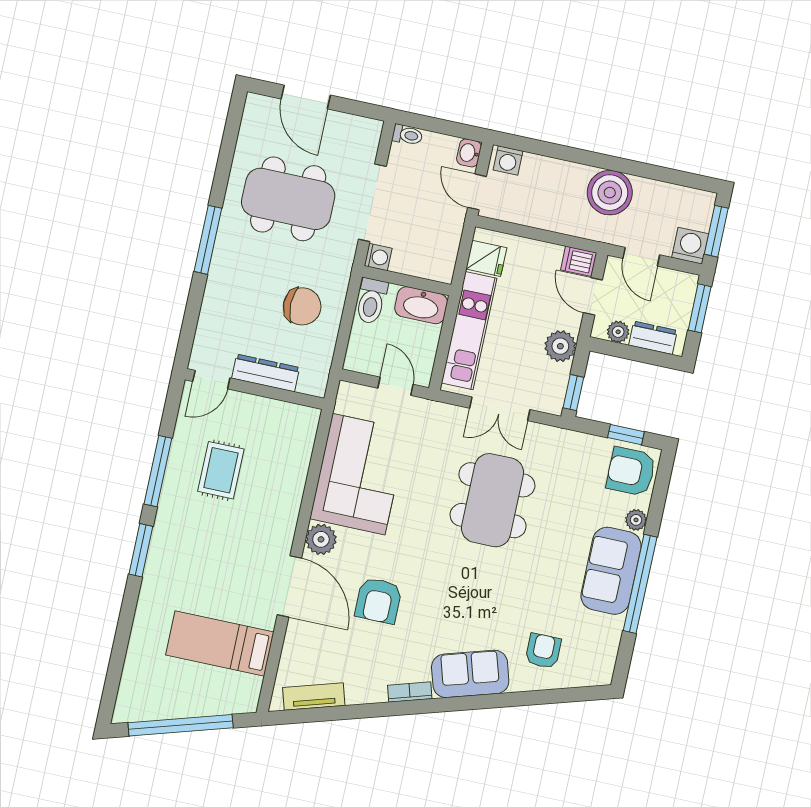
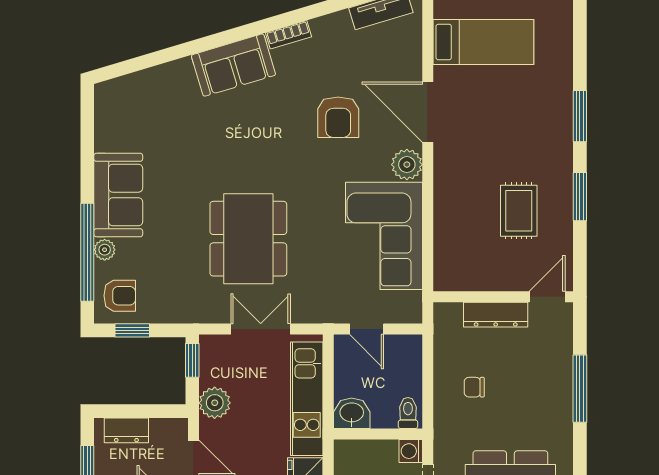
window: (208, 240) -> (580, 389), moved
toilet: (371, 301) -> (408, 413), width x0.73, depth x0.72
washbasin: (421, 305) -> (352, 413), width x0.72
chair: (302, 306) -> (474, 387), width x0.54, depth x0.54
plant: (618, 332) -> (162, 429), removed
window: (158, 471) -> (580, 197), width x0.69
armchair: (631, 471) -> (120, 296), width x0.72, depth x0.72
window: (640, 584) -> (87, 252), moved
armchair: (378, 601) -> (338, 117), turned 180
armchair: (543, 651) -> (167, 103), removed

